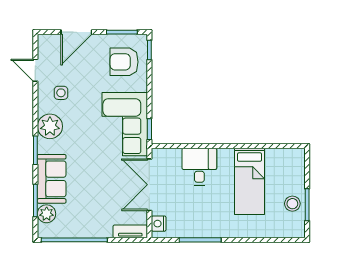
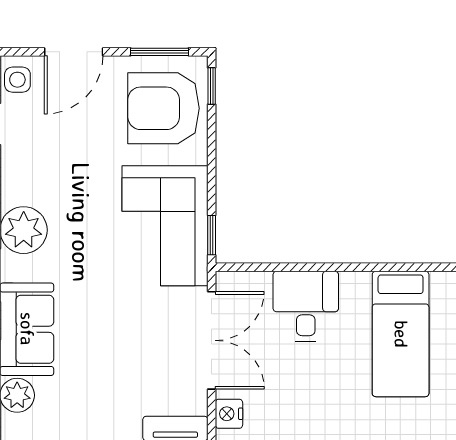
armchair: (124, 62) -> (164, 108), width x1.36, depth x1.36
side table: (61, 93) -> (17, 80), moved
double door: (149, 185) -> (212, 340), swing flipped

